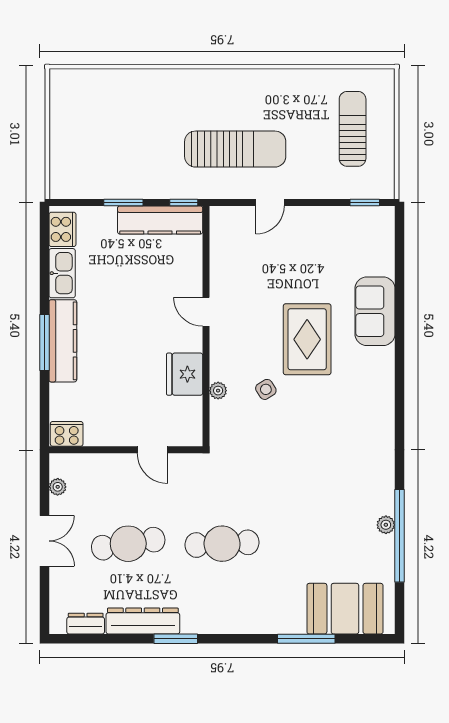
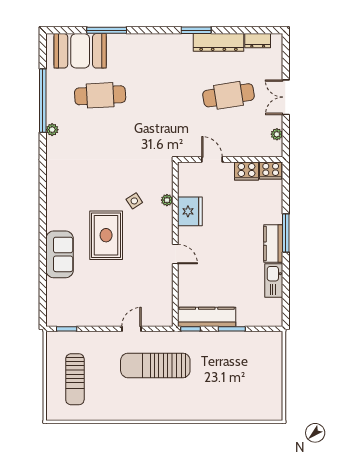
cooker: (62, 229) -> (247, 171), moved, turned -90
kitchen counter: (63, 341) -> (273, 244), width x0.67
plant: (386, 525) -> (52, 130), moved
cafe table: (222, 544) -> (100, 95), moved

